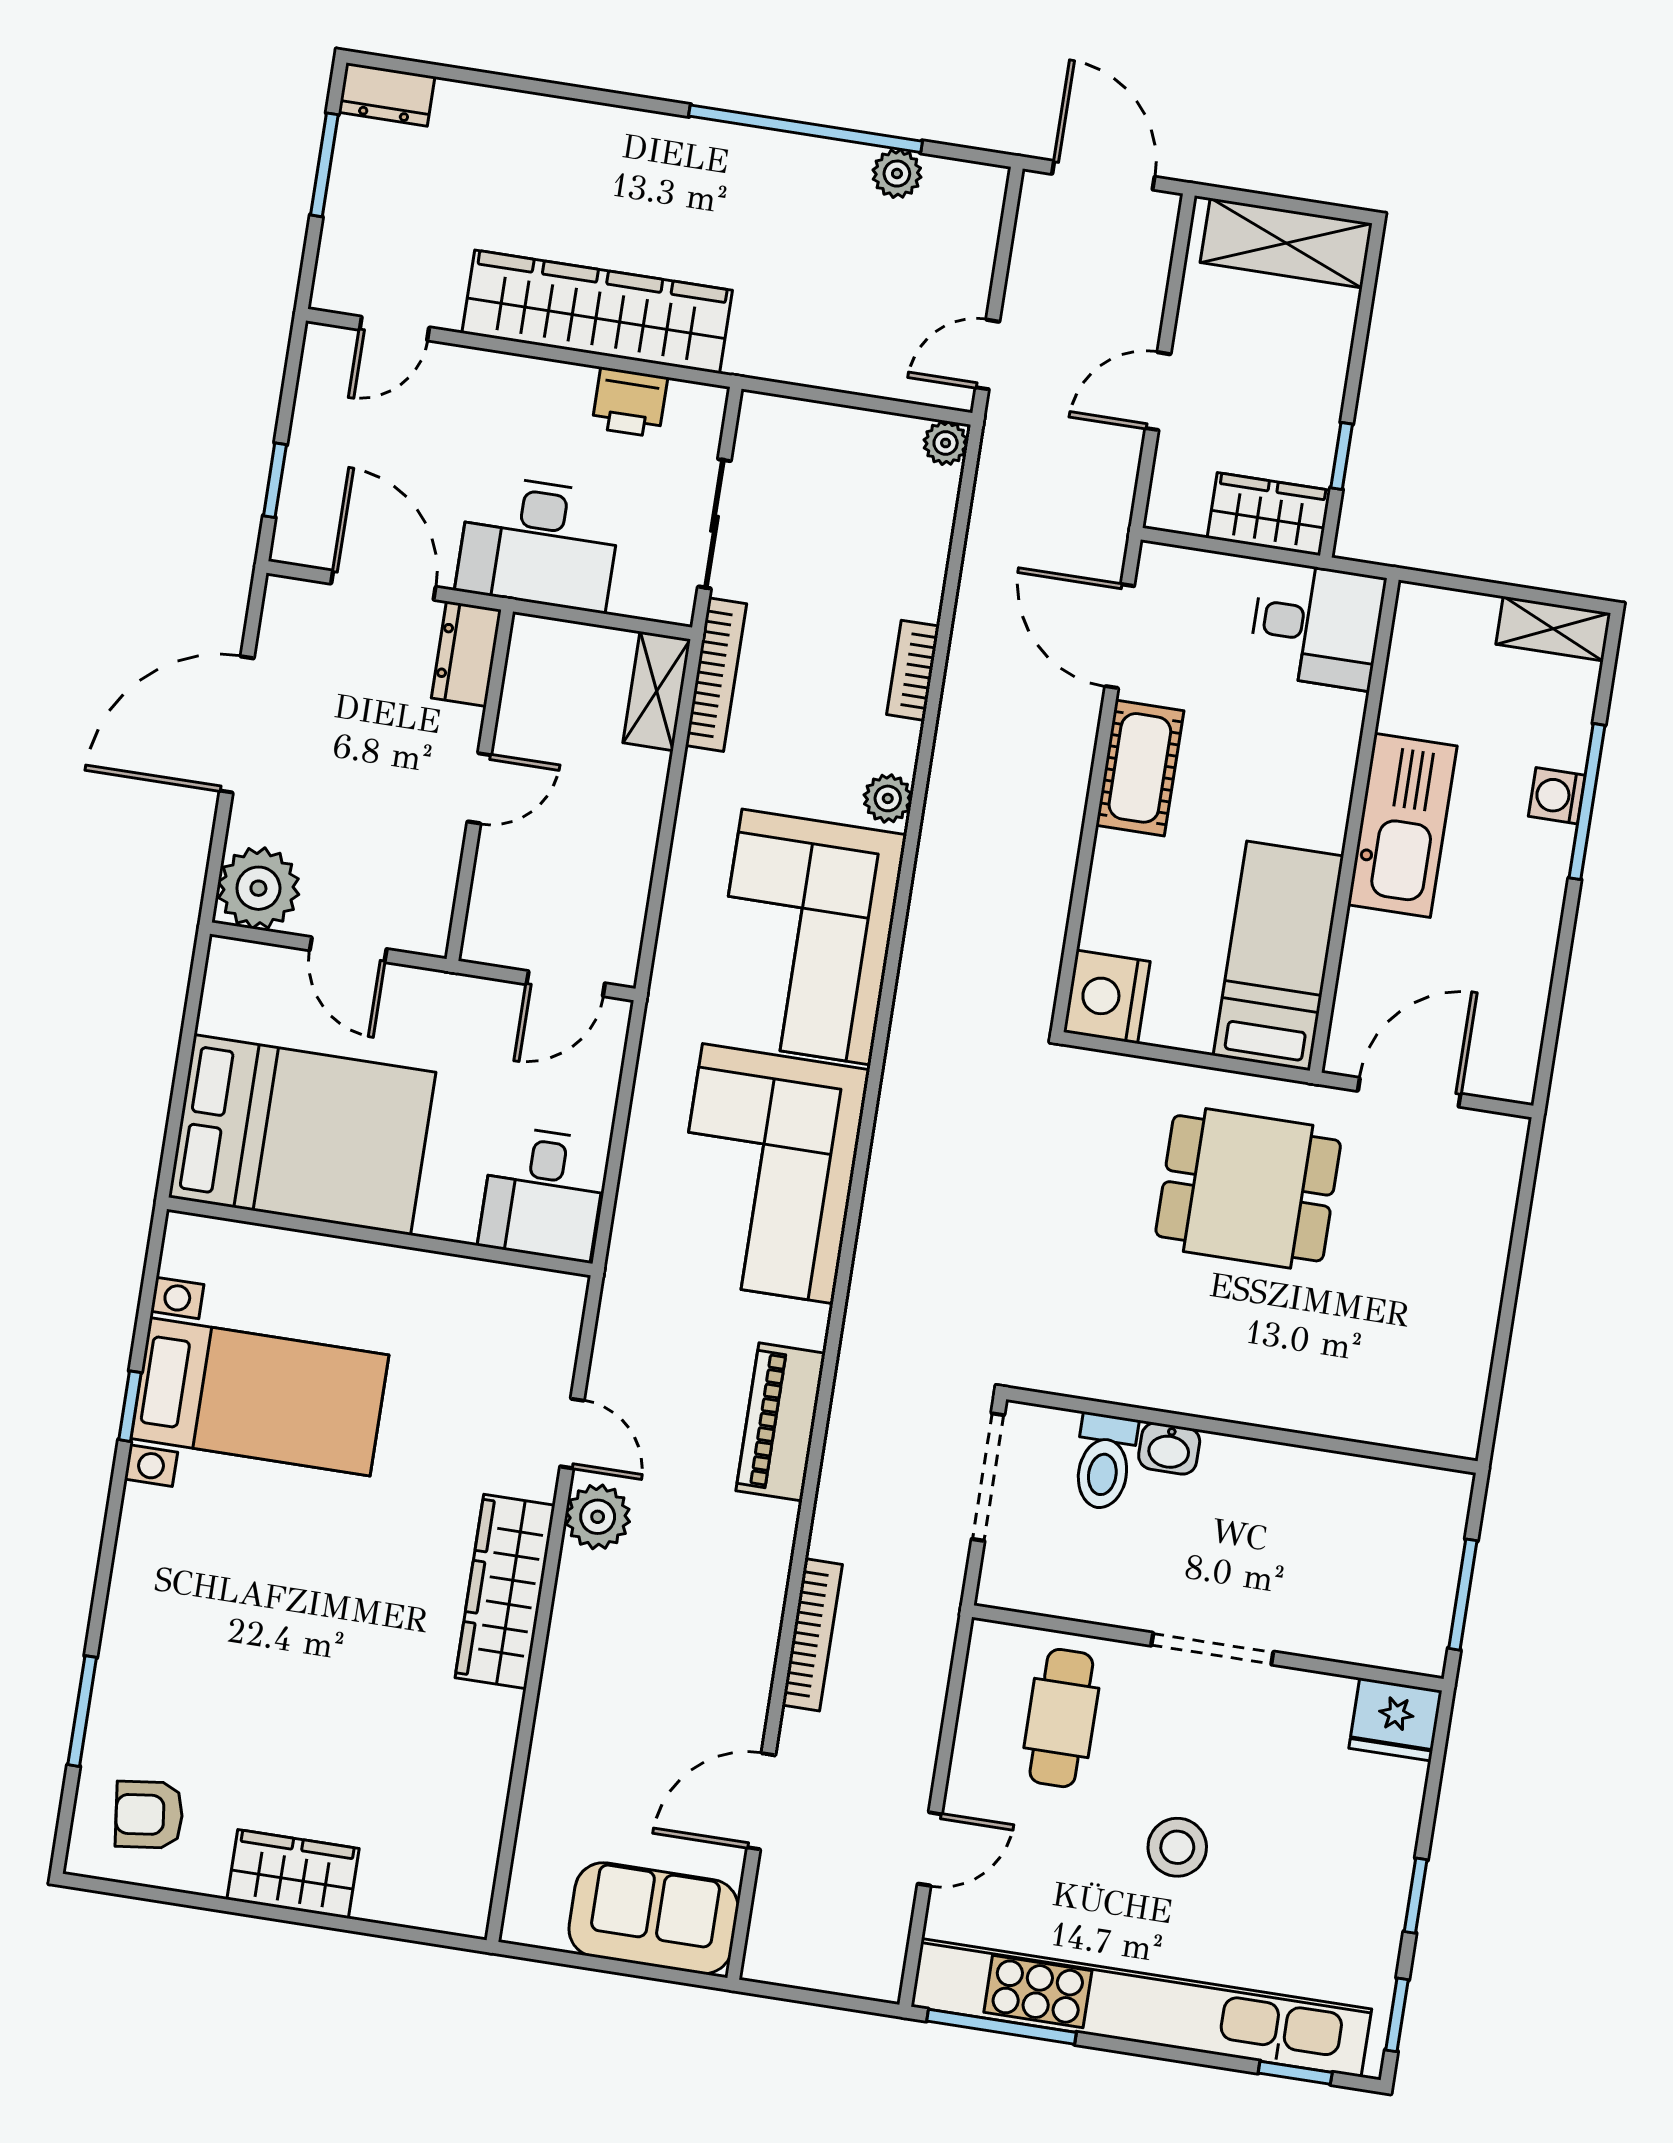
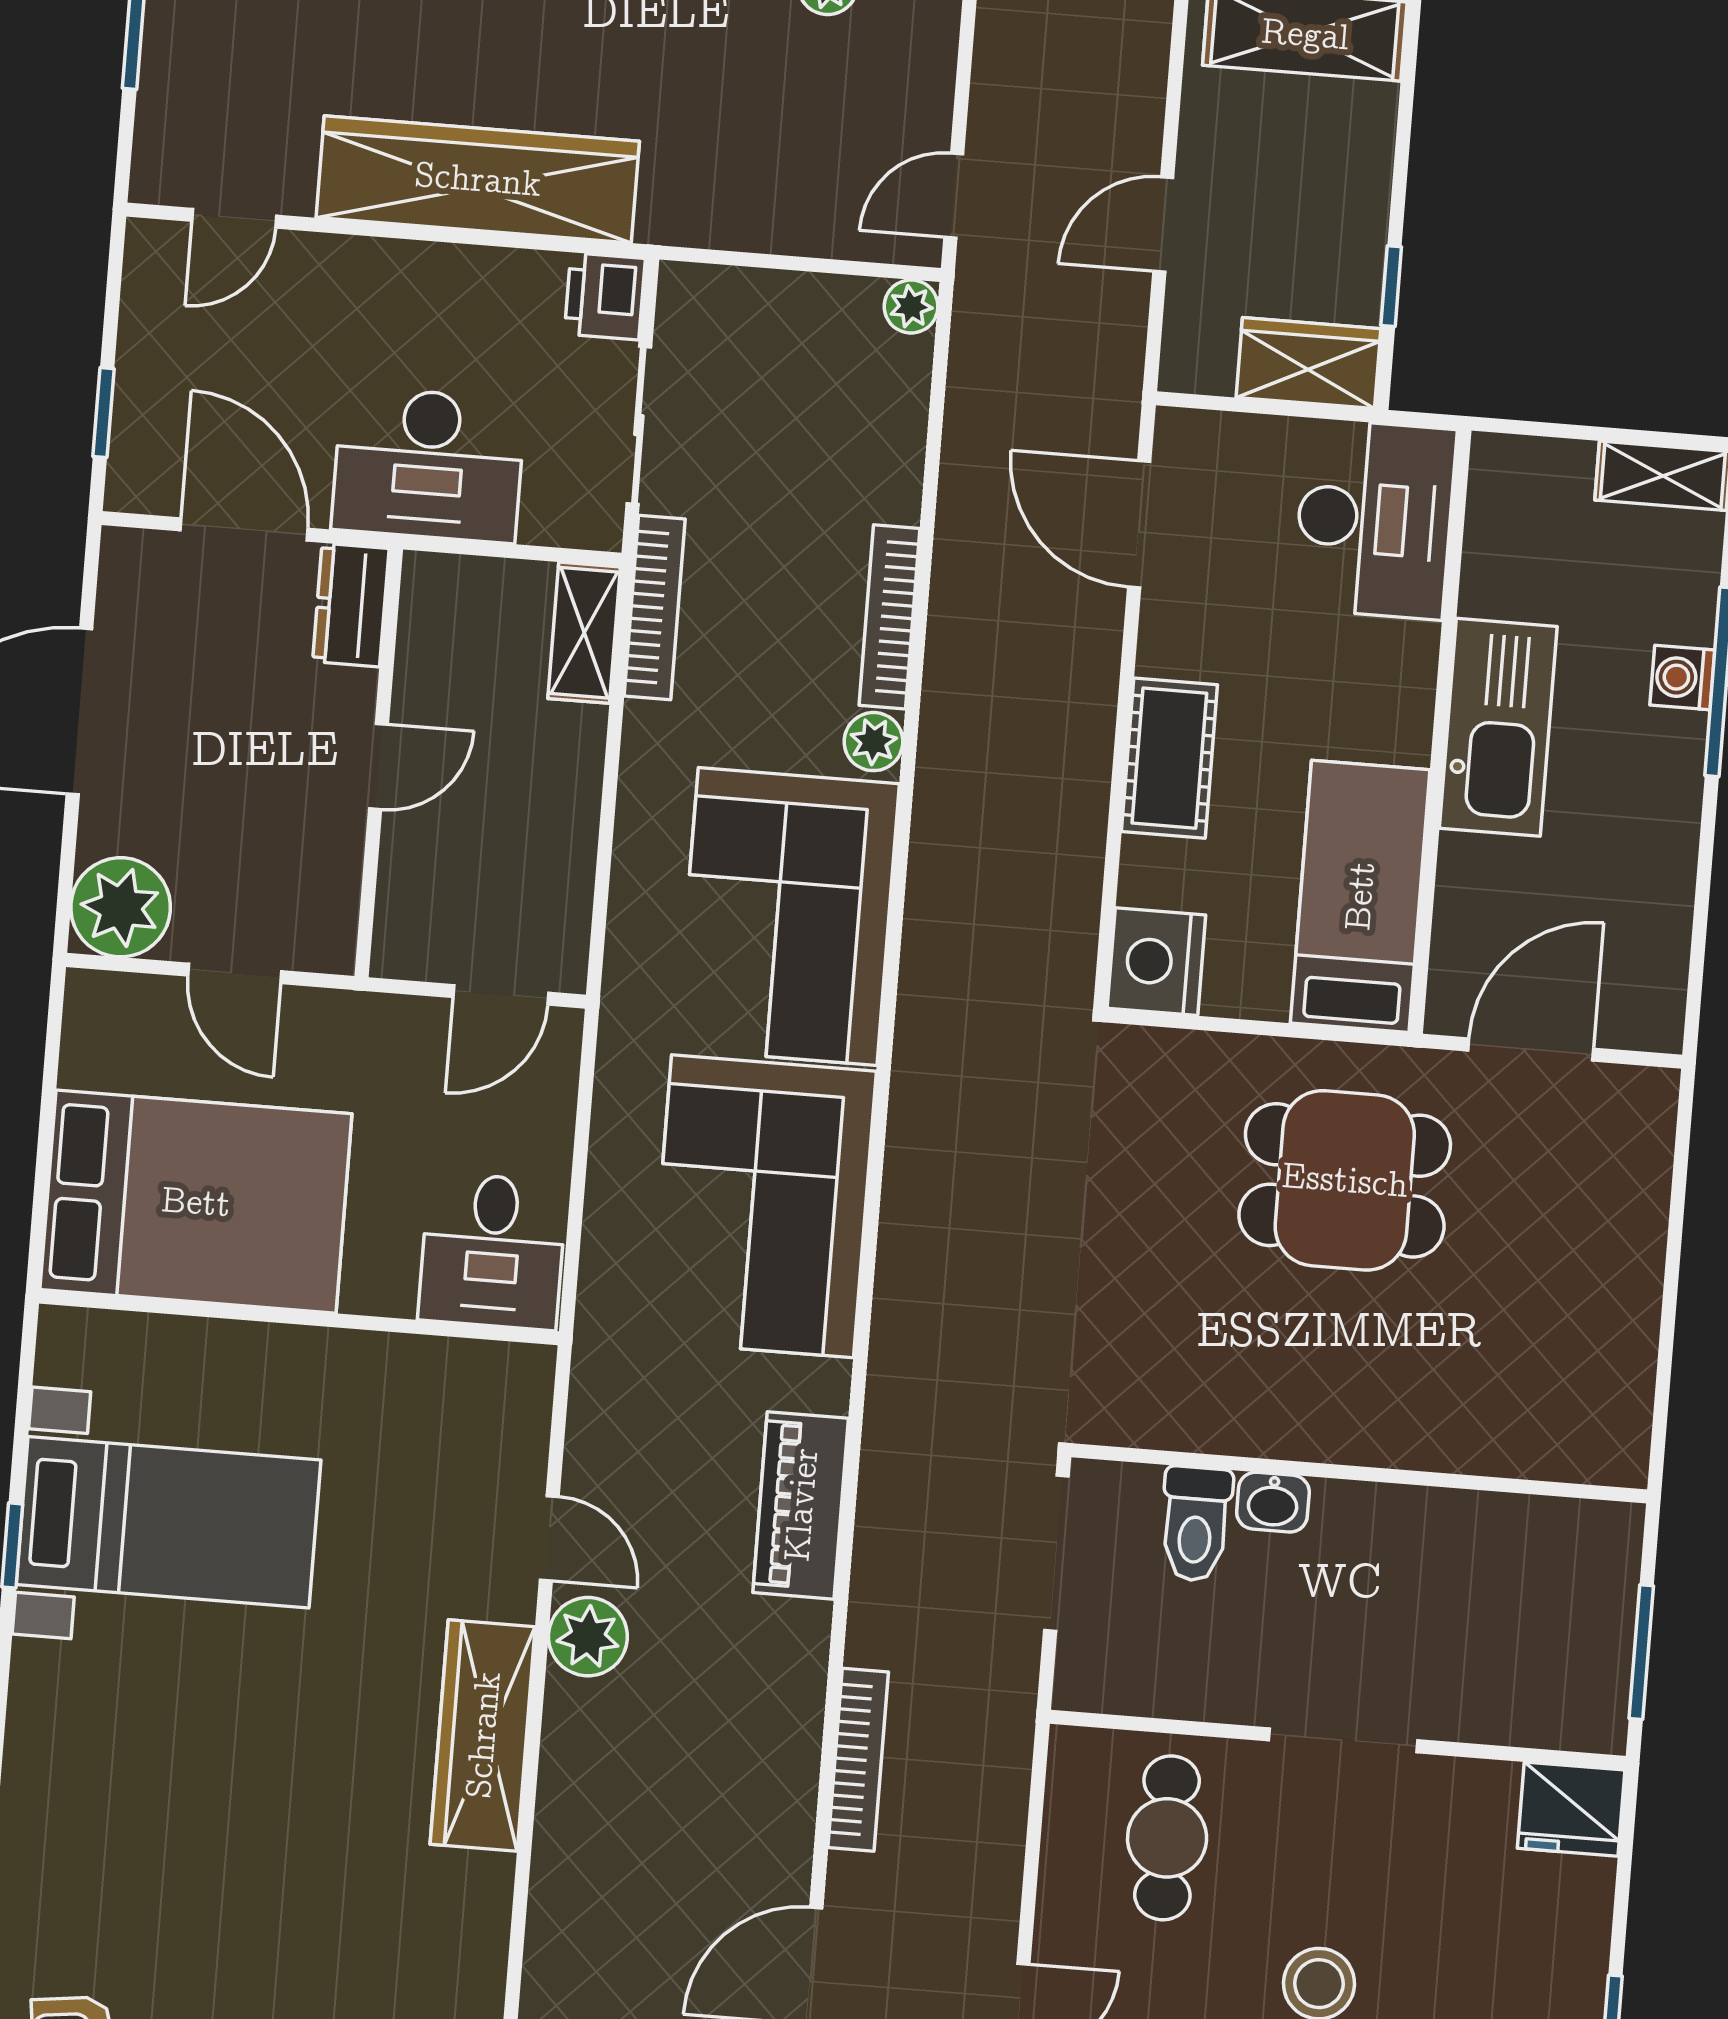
printer: (630, 402) -> (605, 296), moved, turned 90
desk: (1317, 625) -> (1375, 519), width x1.37
bookcase: (913, 670) -> (890, 617), width x1.56
cot: (1140, 768) -> (1169, 758), moved

